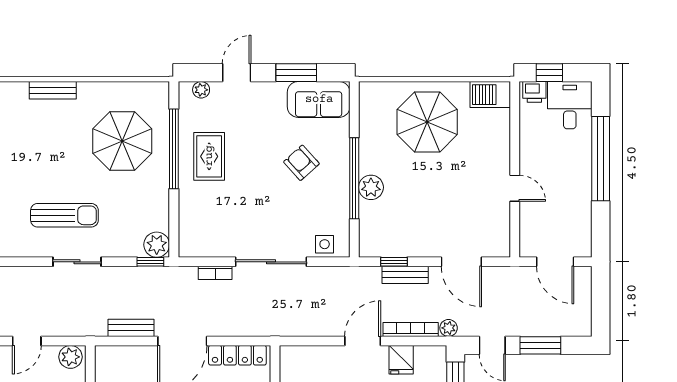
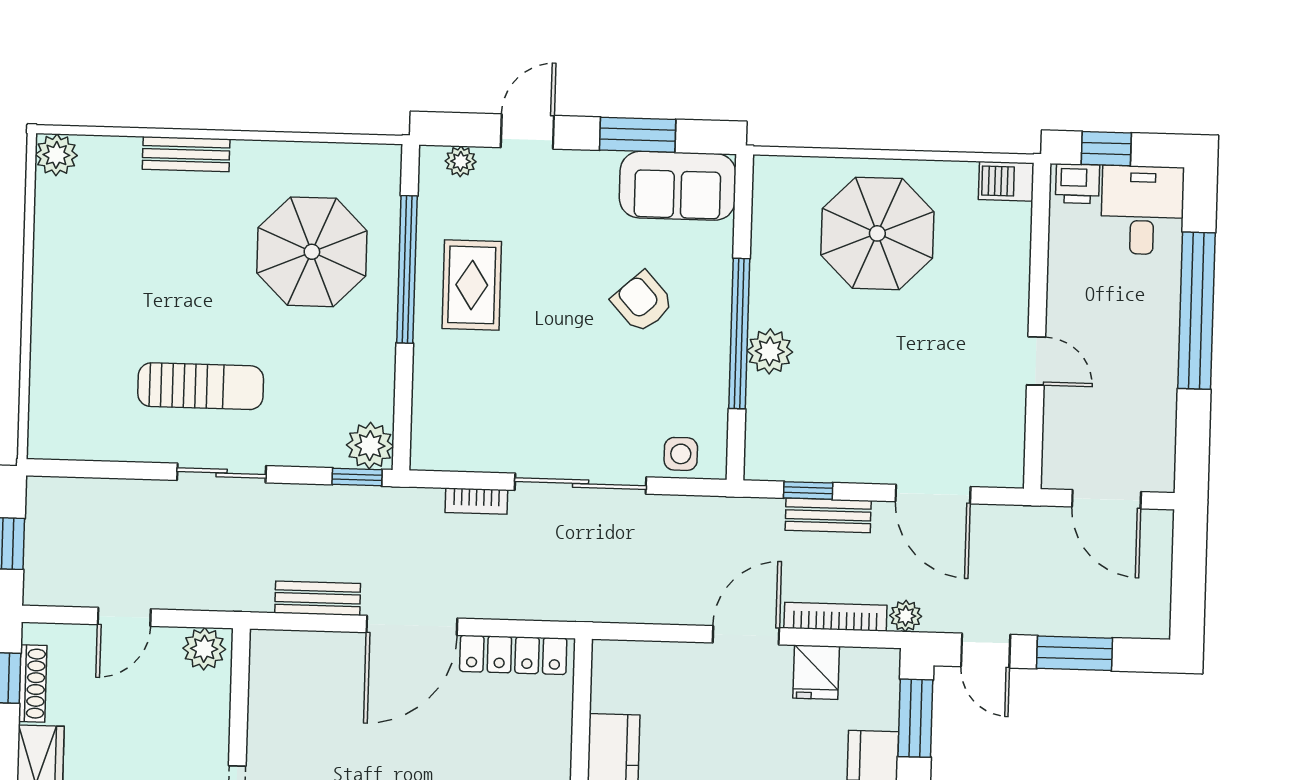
barbecue: (490, 95) -> (1006, 181), width x0.73, depth x0.79

